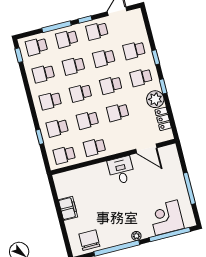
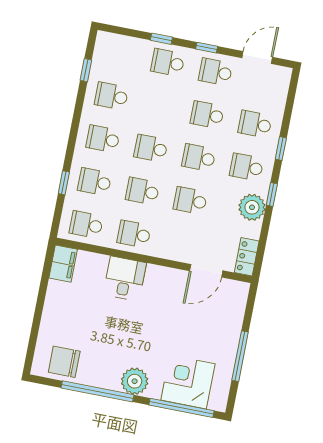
window: (57, 27) -> (161, 39), width x0.46
school desk: (36, 47) -> (120, 53), removed
window: (19, 55) -> (86, 70), moved
school desk: (74, 66) -> (159, 105), removed
locker: (163, 119) -> (247, 257), moved
door: (146, 148) -> (206, 271), hinge flipped
desk: (121, 170) -> (125, 279), moved
filing cabinet: (68, 208) -> (63, 264), moved
plant: (136, 236) -> (135, 381), width x1.88, depth x1.88
chair: (89, 240) -> (64, 362), turned -90

